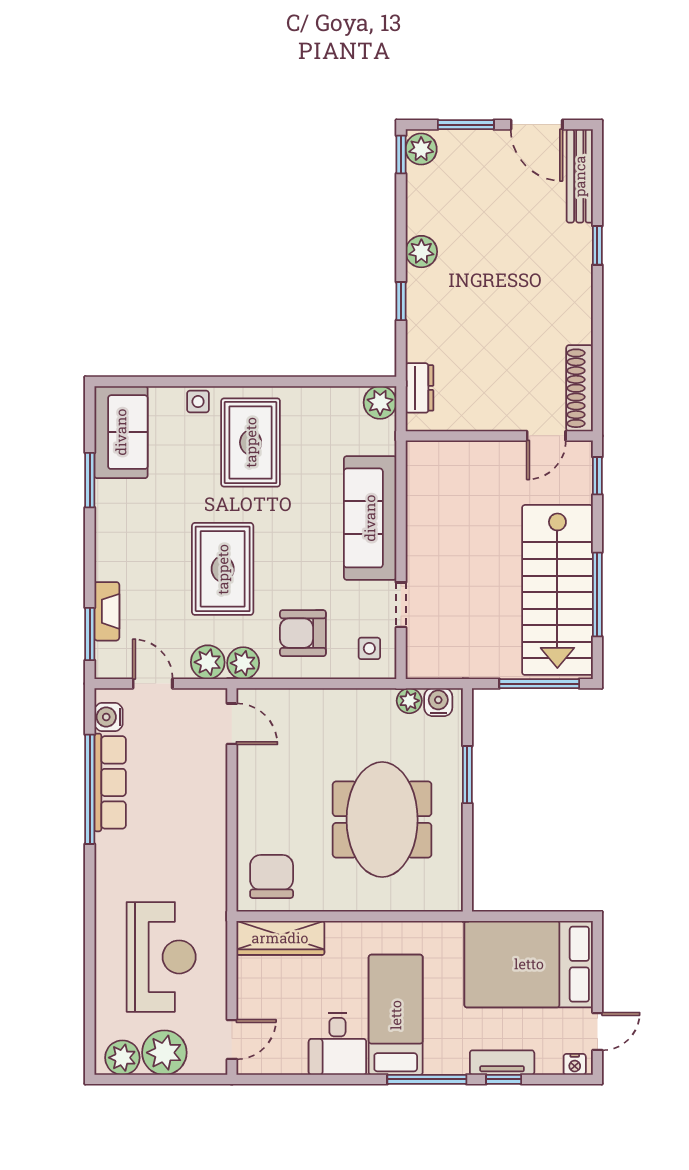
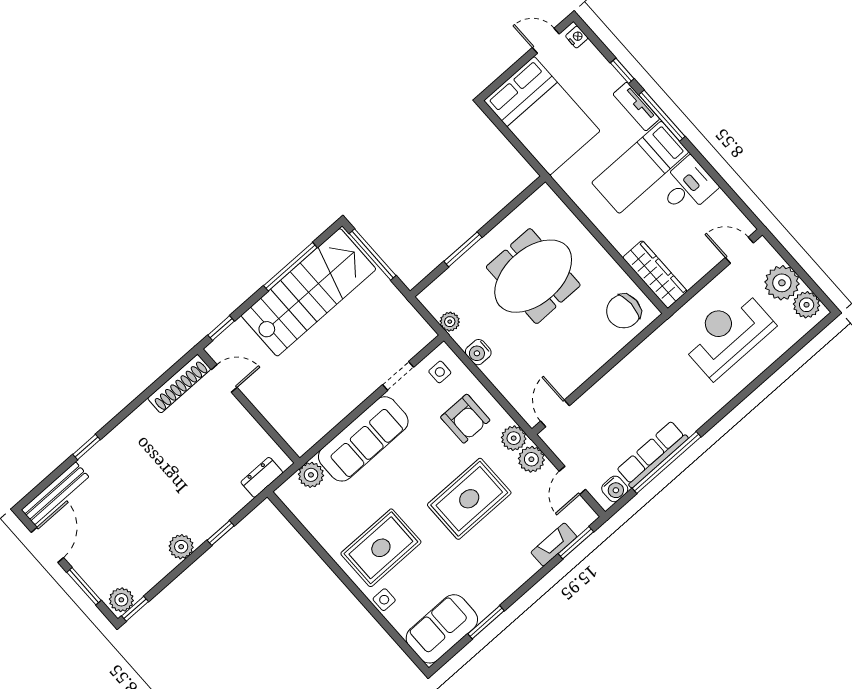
plant: (380, 402) -> (311, 475), moved
water cooler: (438, 702) -> (478, 352), moved
tv unit: (502, 1063) -> (636, 107), moved

